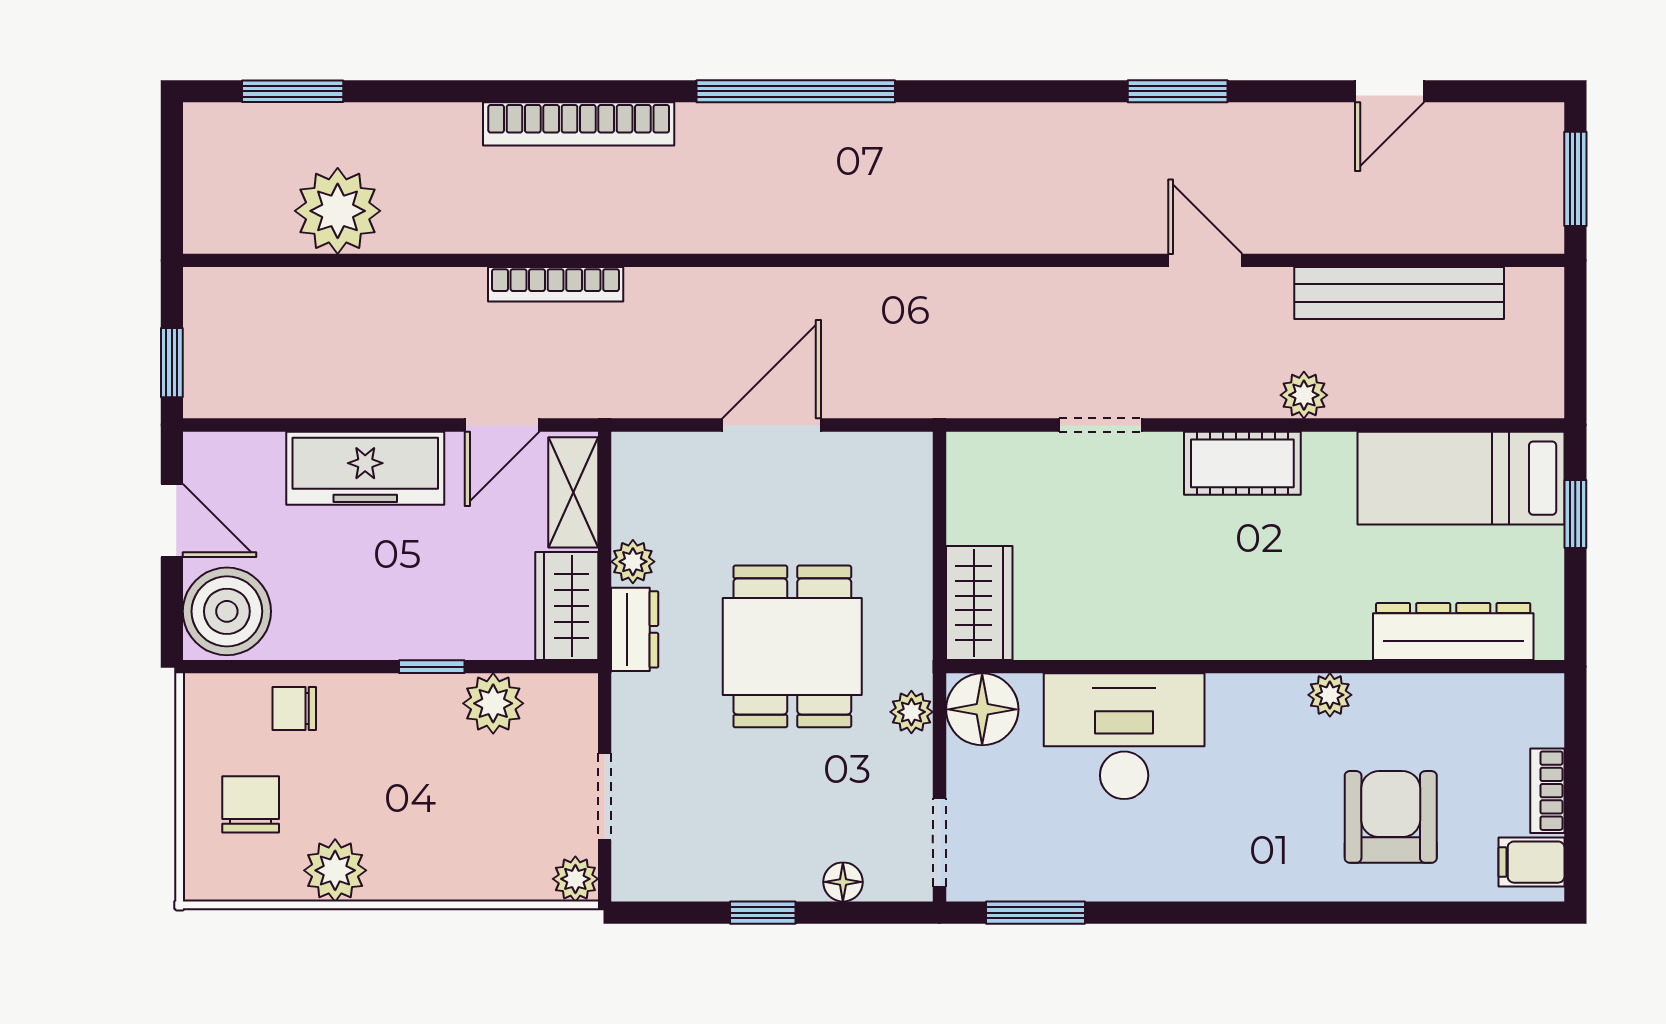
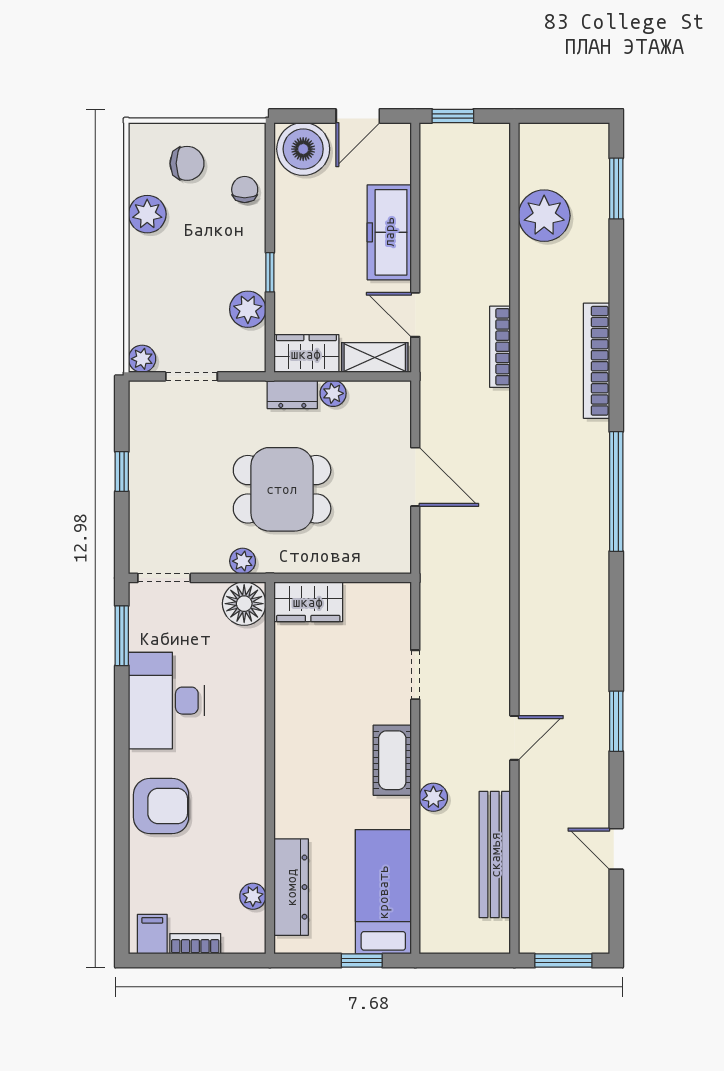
plant: (1330, 695) -> (253, 896), moved
desk: (1124, 736) -> (166, 701), moved, turned 180
armchair: (1391, 817) -> (161, 806), moved
floor lamp: (843, 882) -> (140, 520), removed

